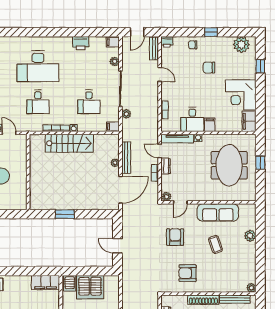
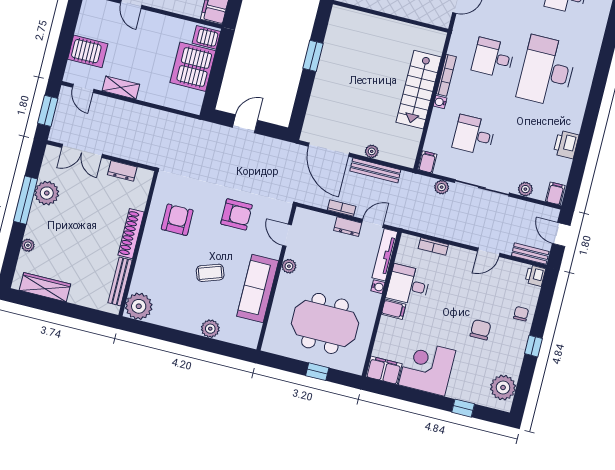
plant: (167, 197) -> (289, 266), moved
plant: (251, 288) -> (139, 306), width x1.88, depth x1.88

